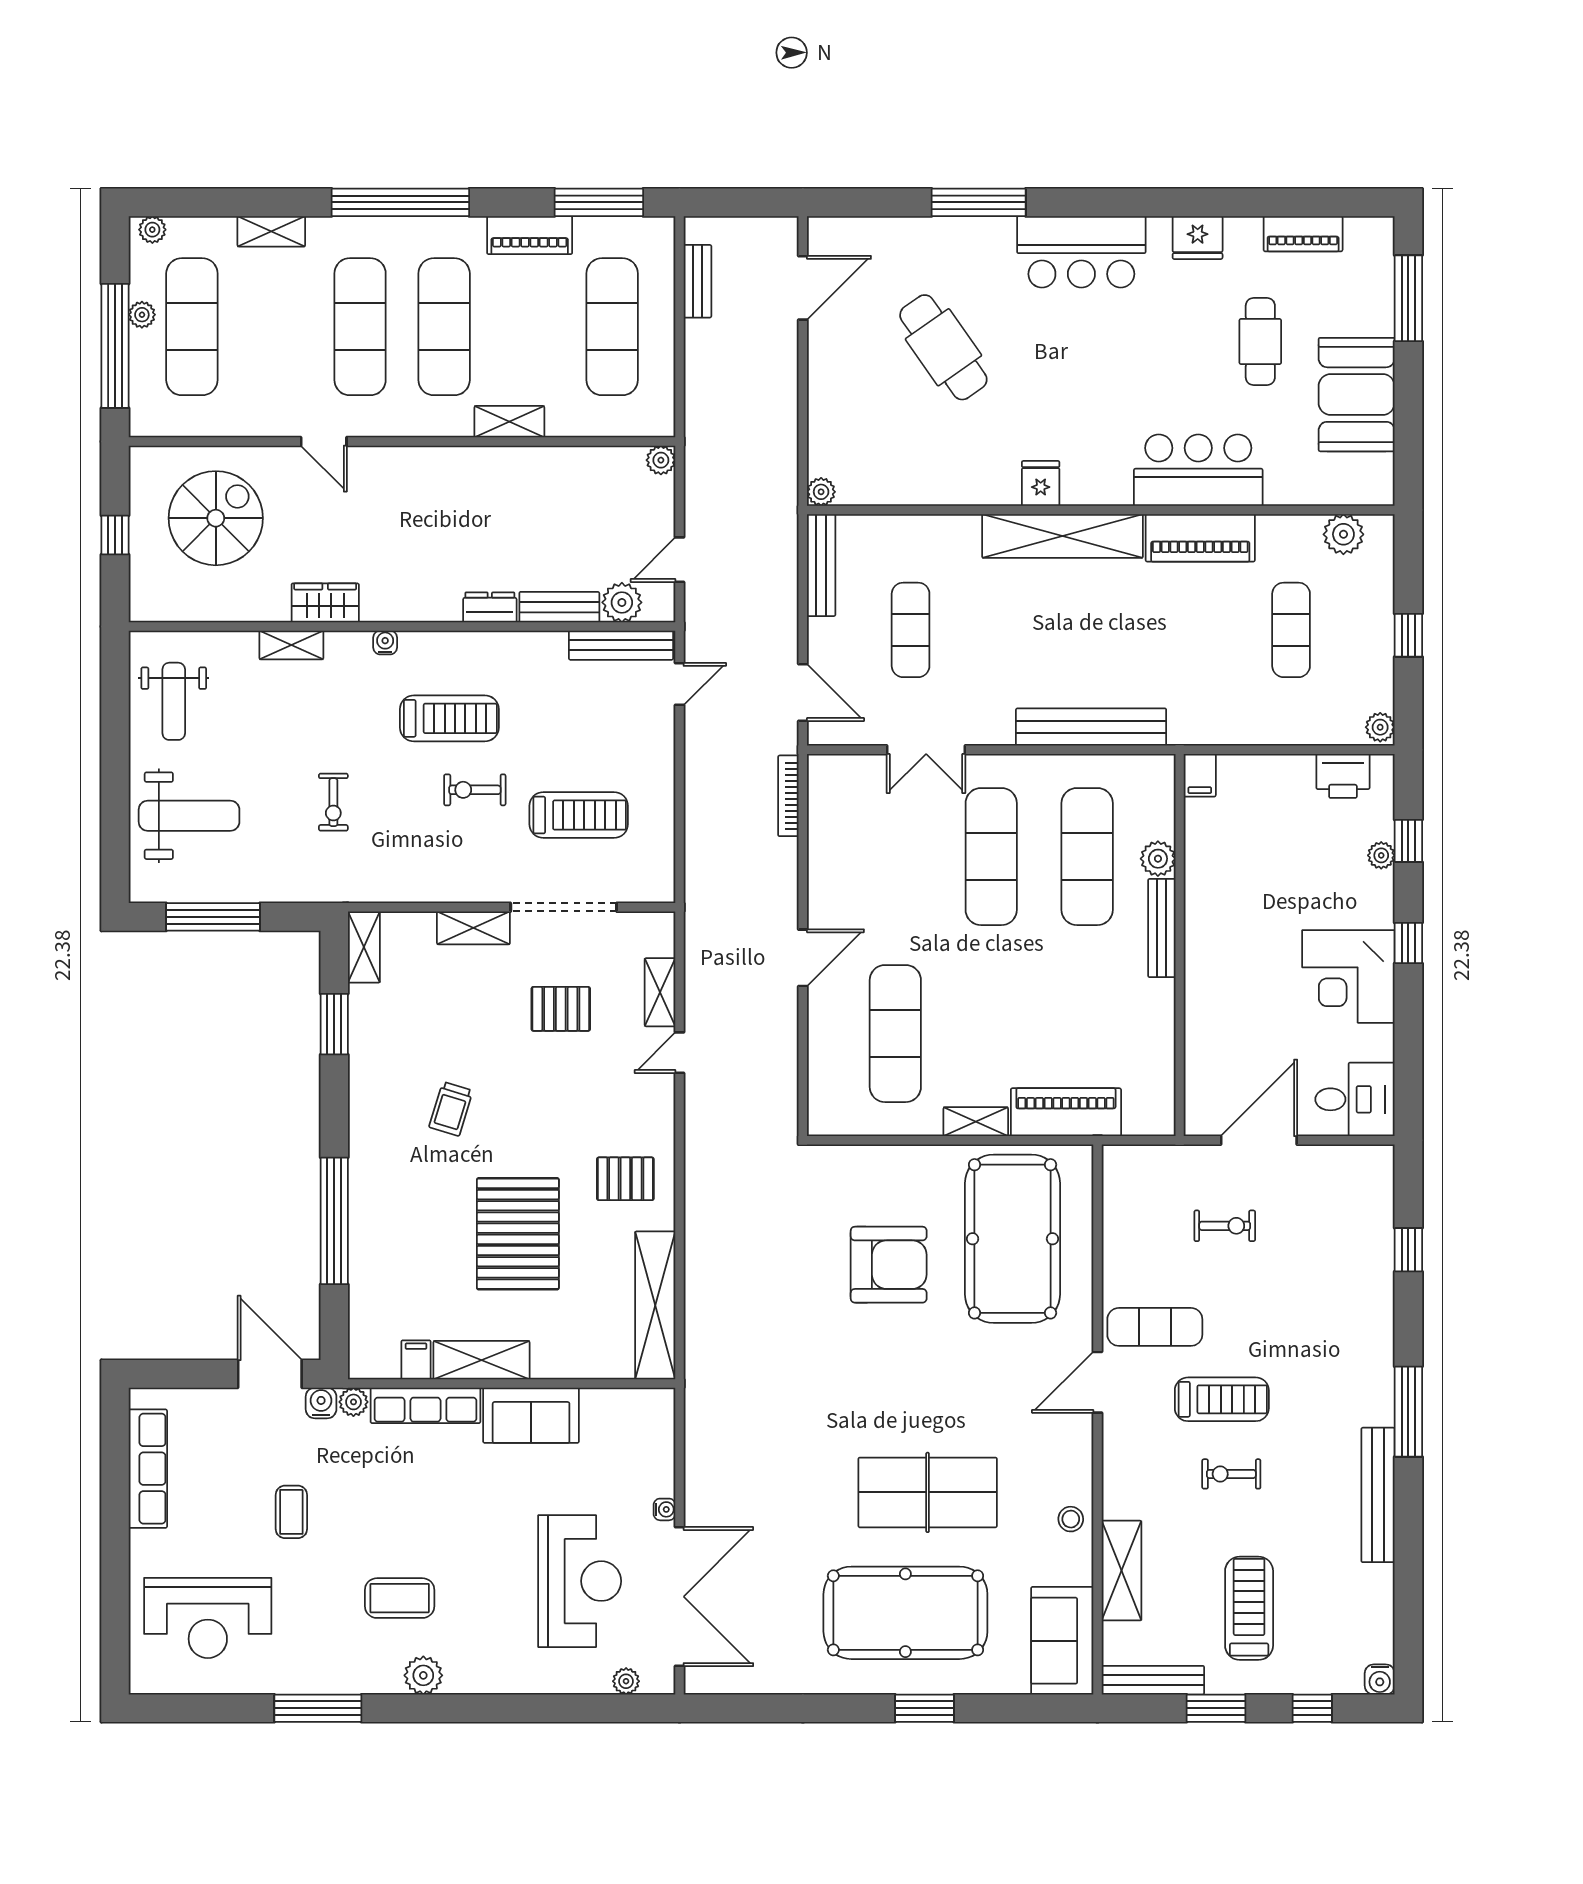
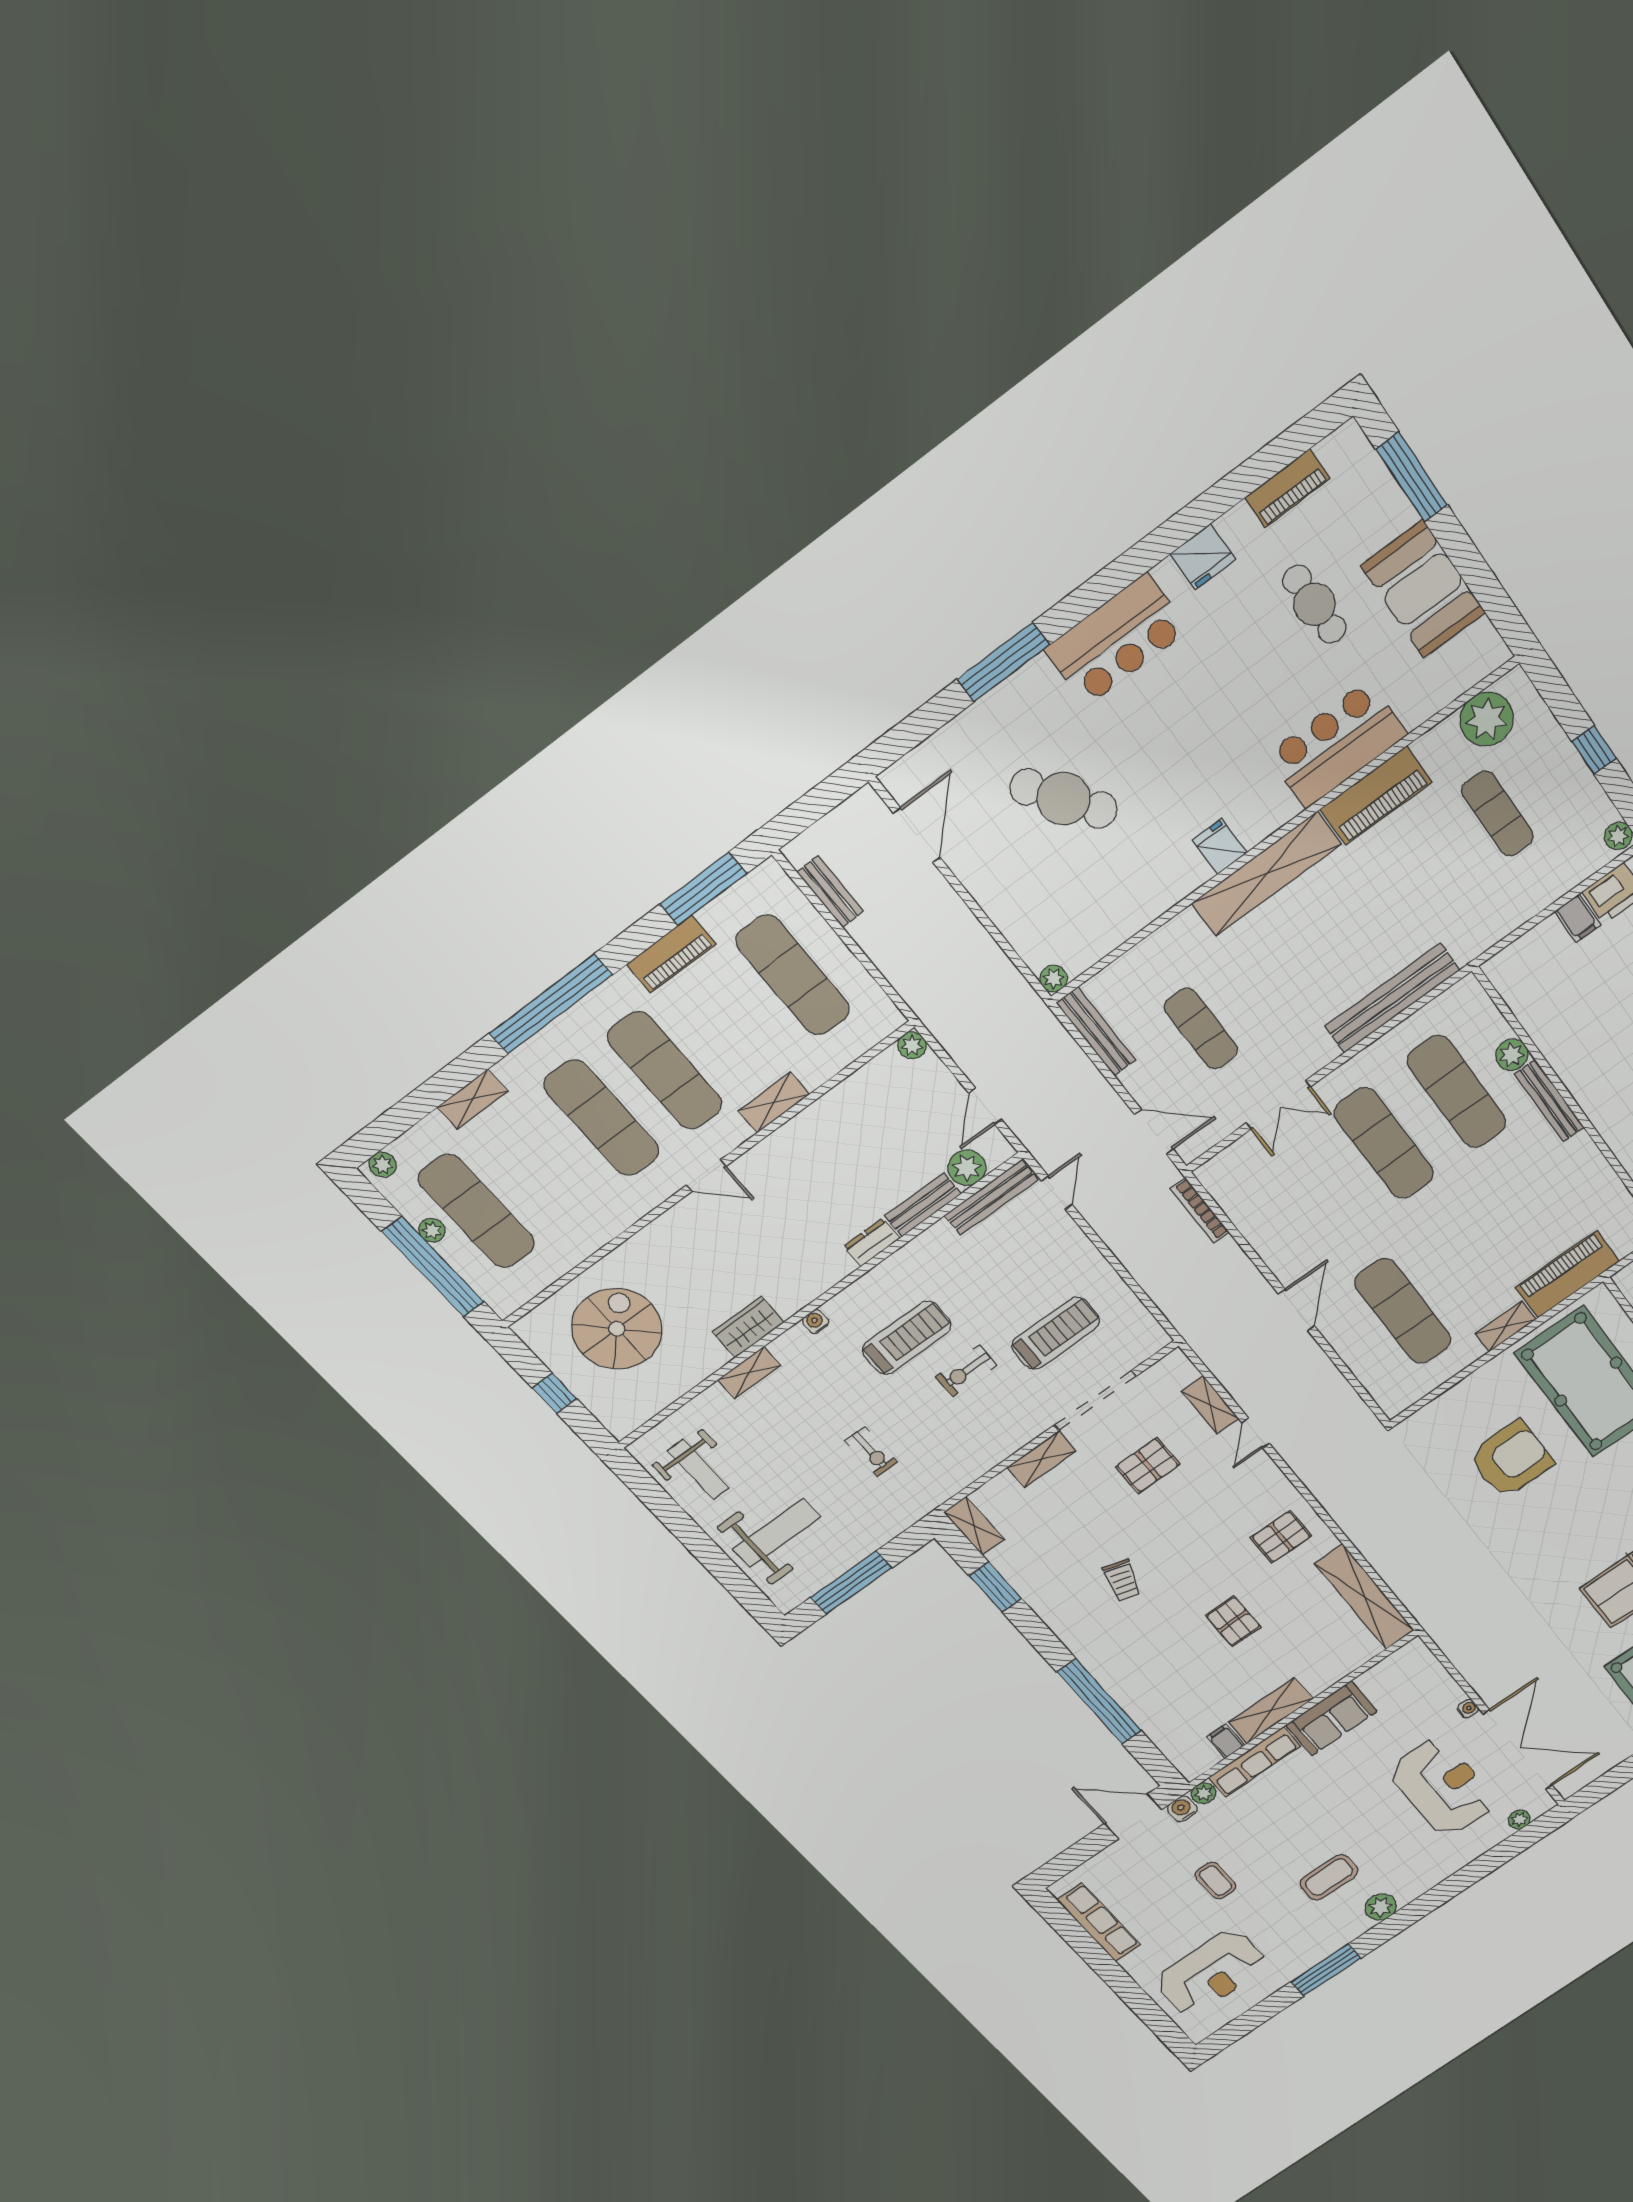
door: (324, 441) -> (706, 1176), moved
plant: (1343, 534) -> (1487, 719), width x1.36, depth x1.36
filing cabinet: (1200, 775) -> (1578, 918), moved
pallet: (518, 1234) -> (1233, 1621), width x0.49, depth x0.50

